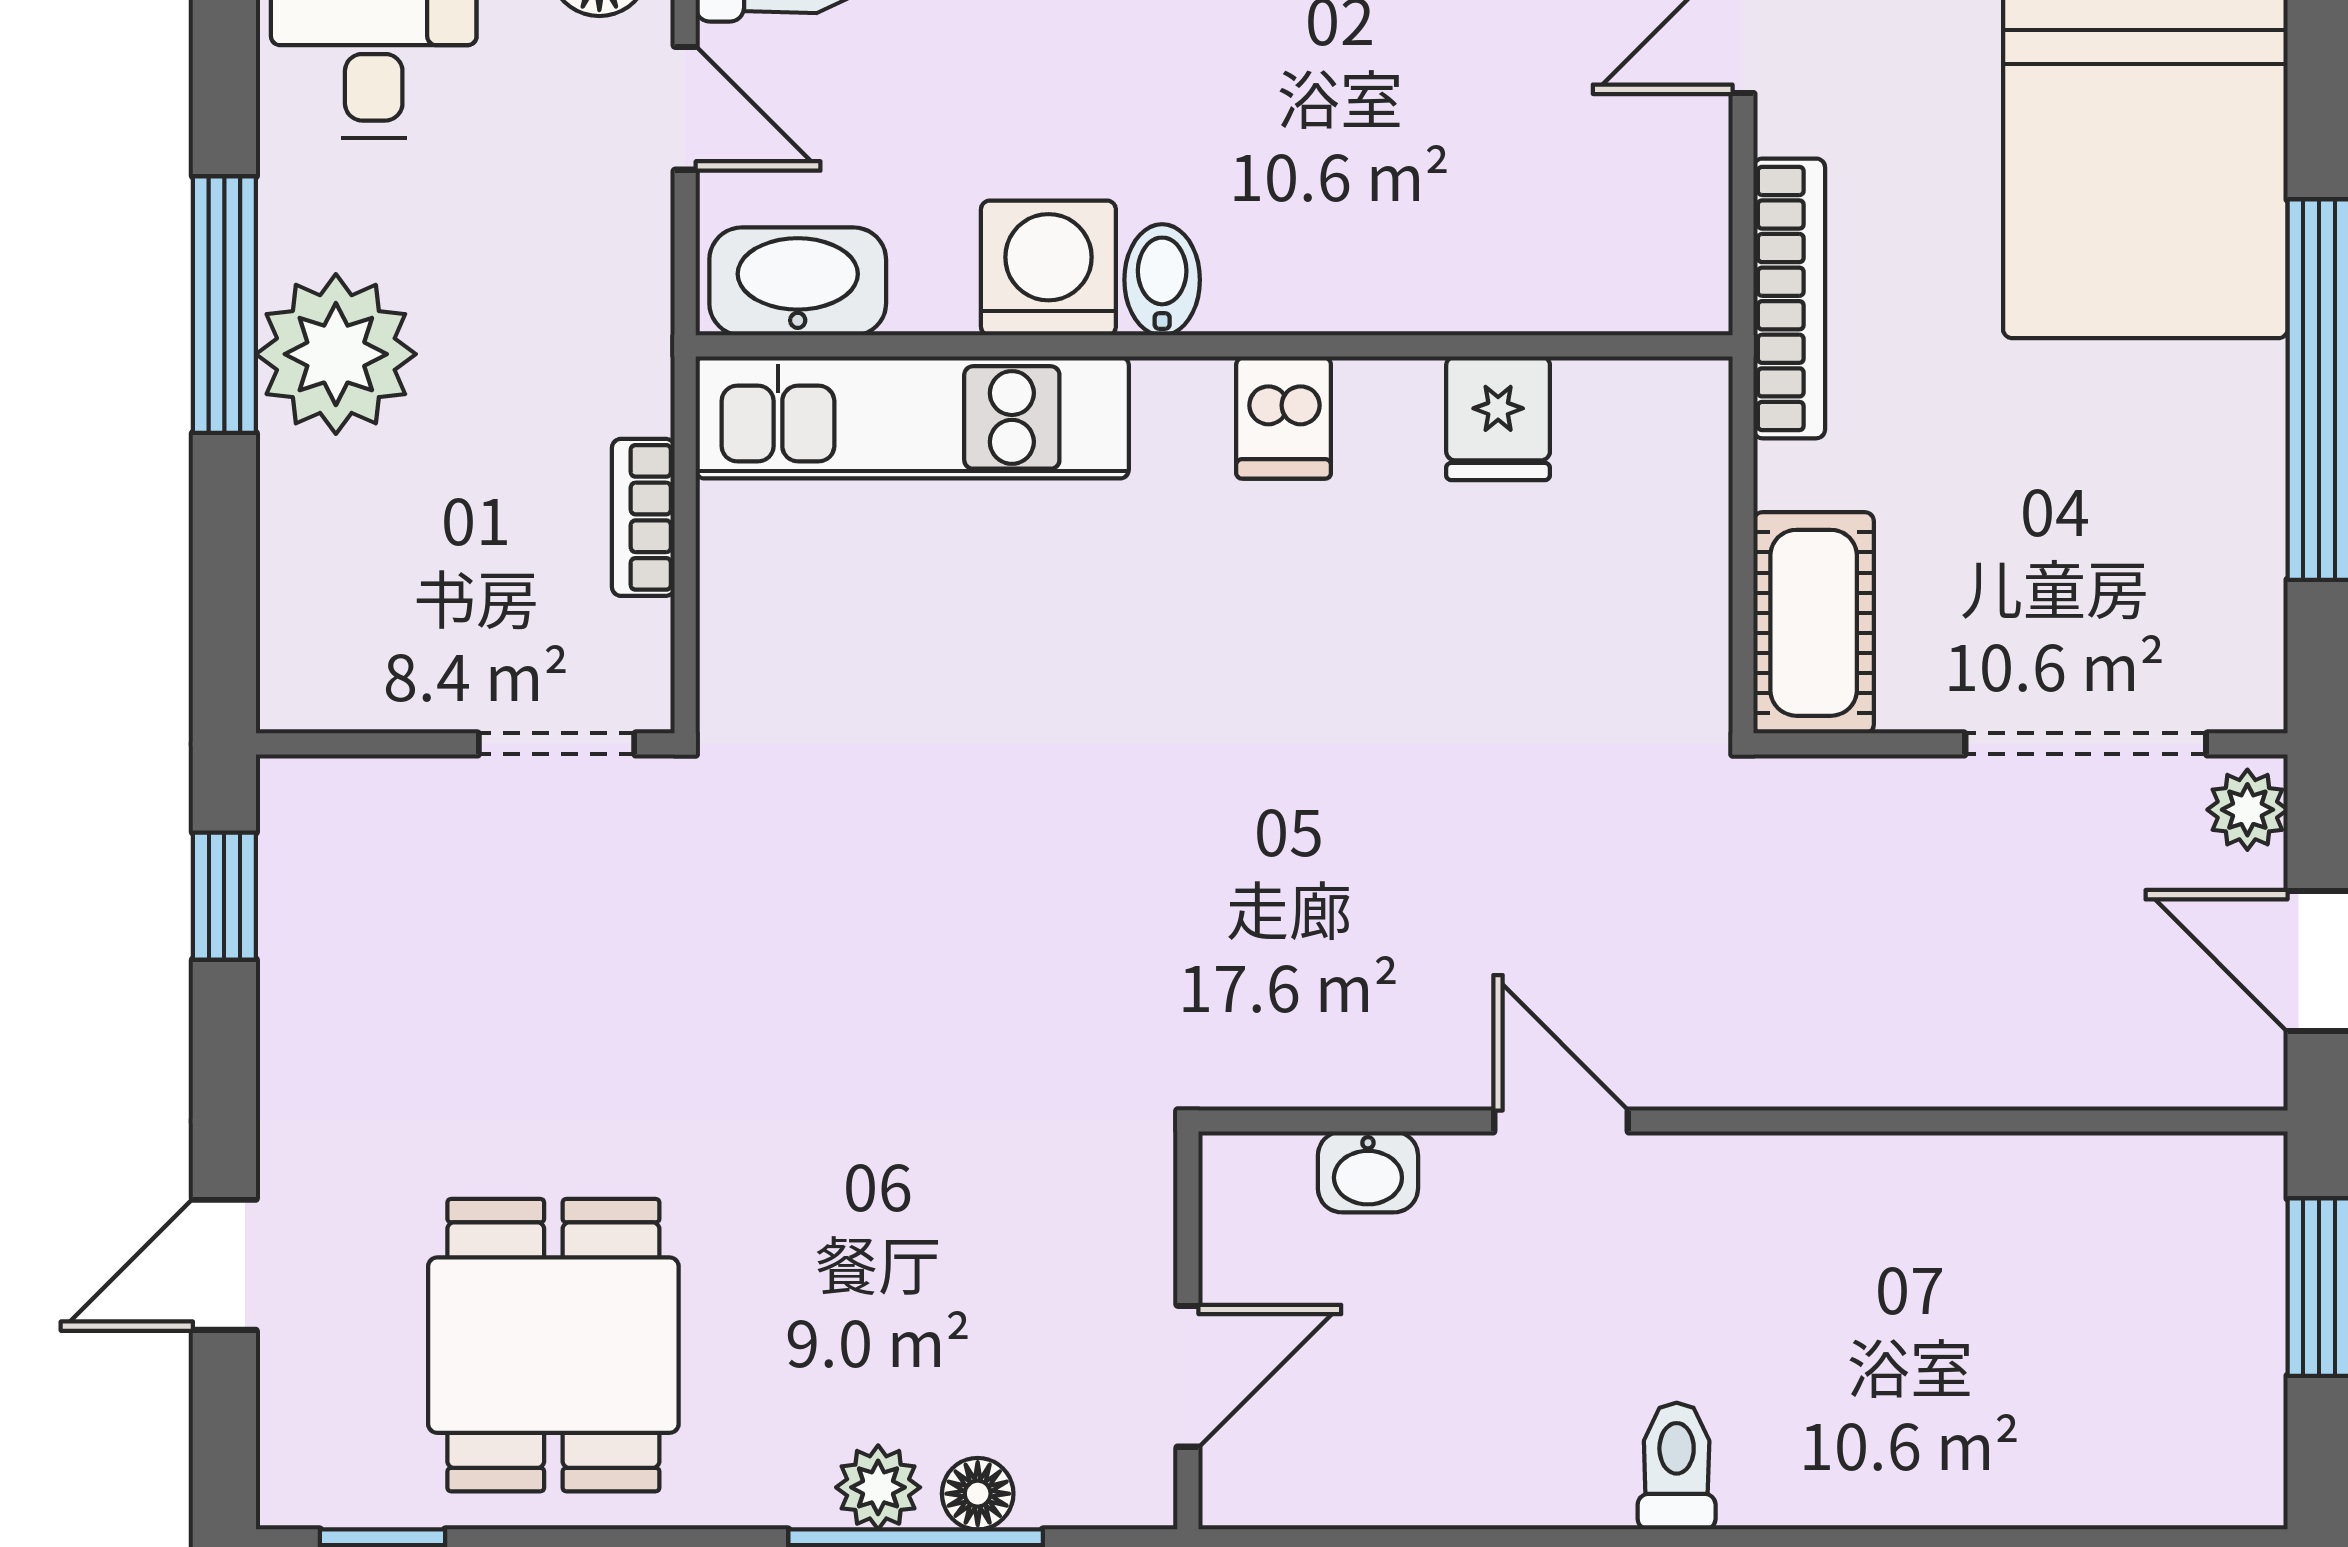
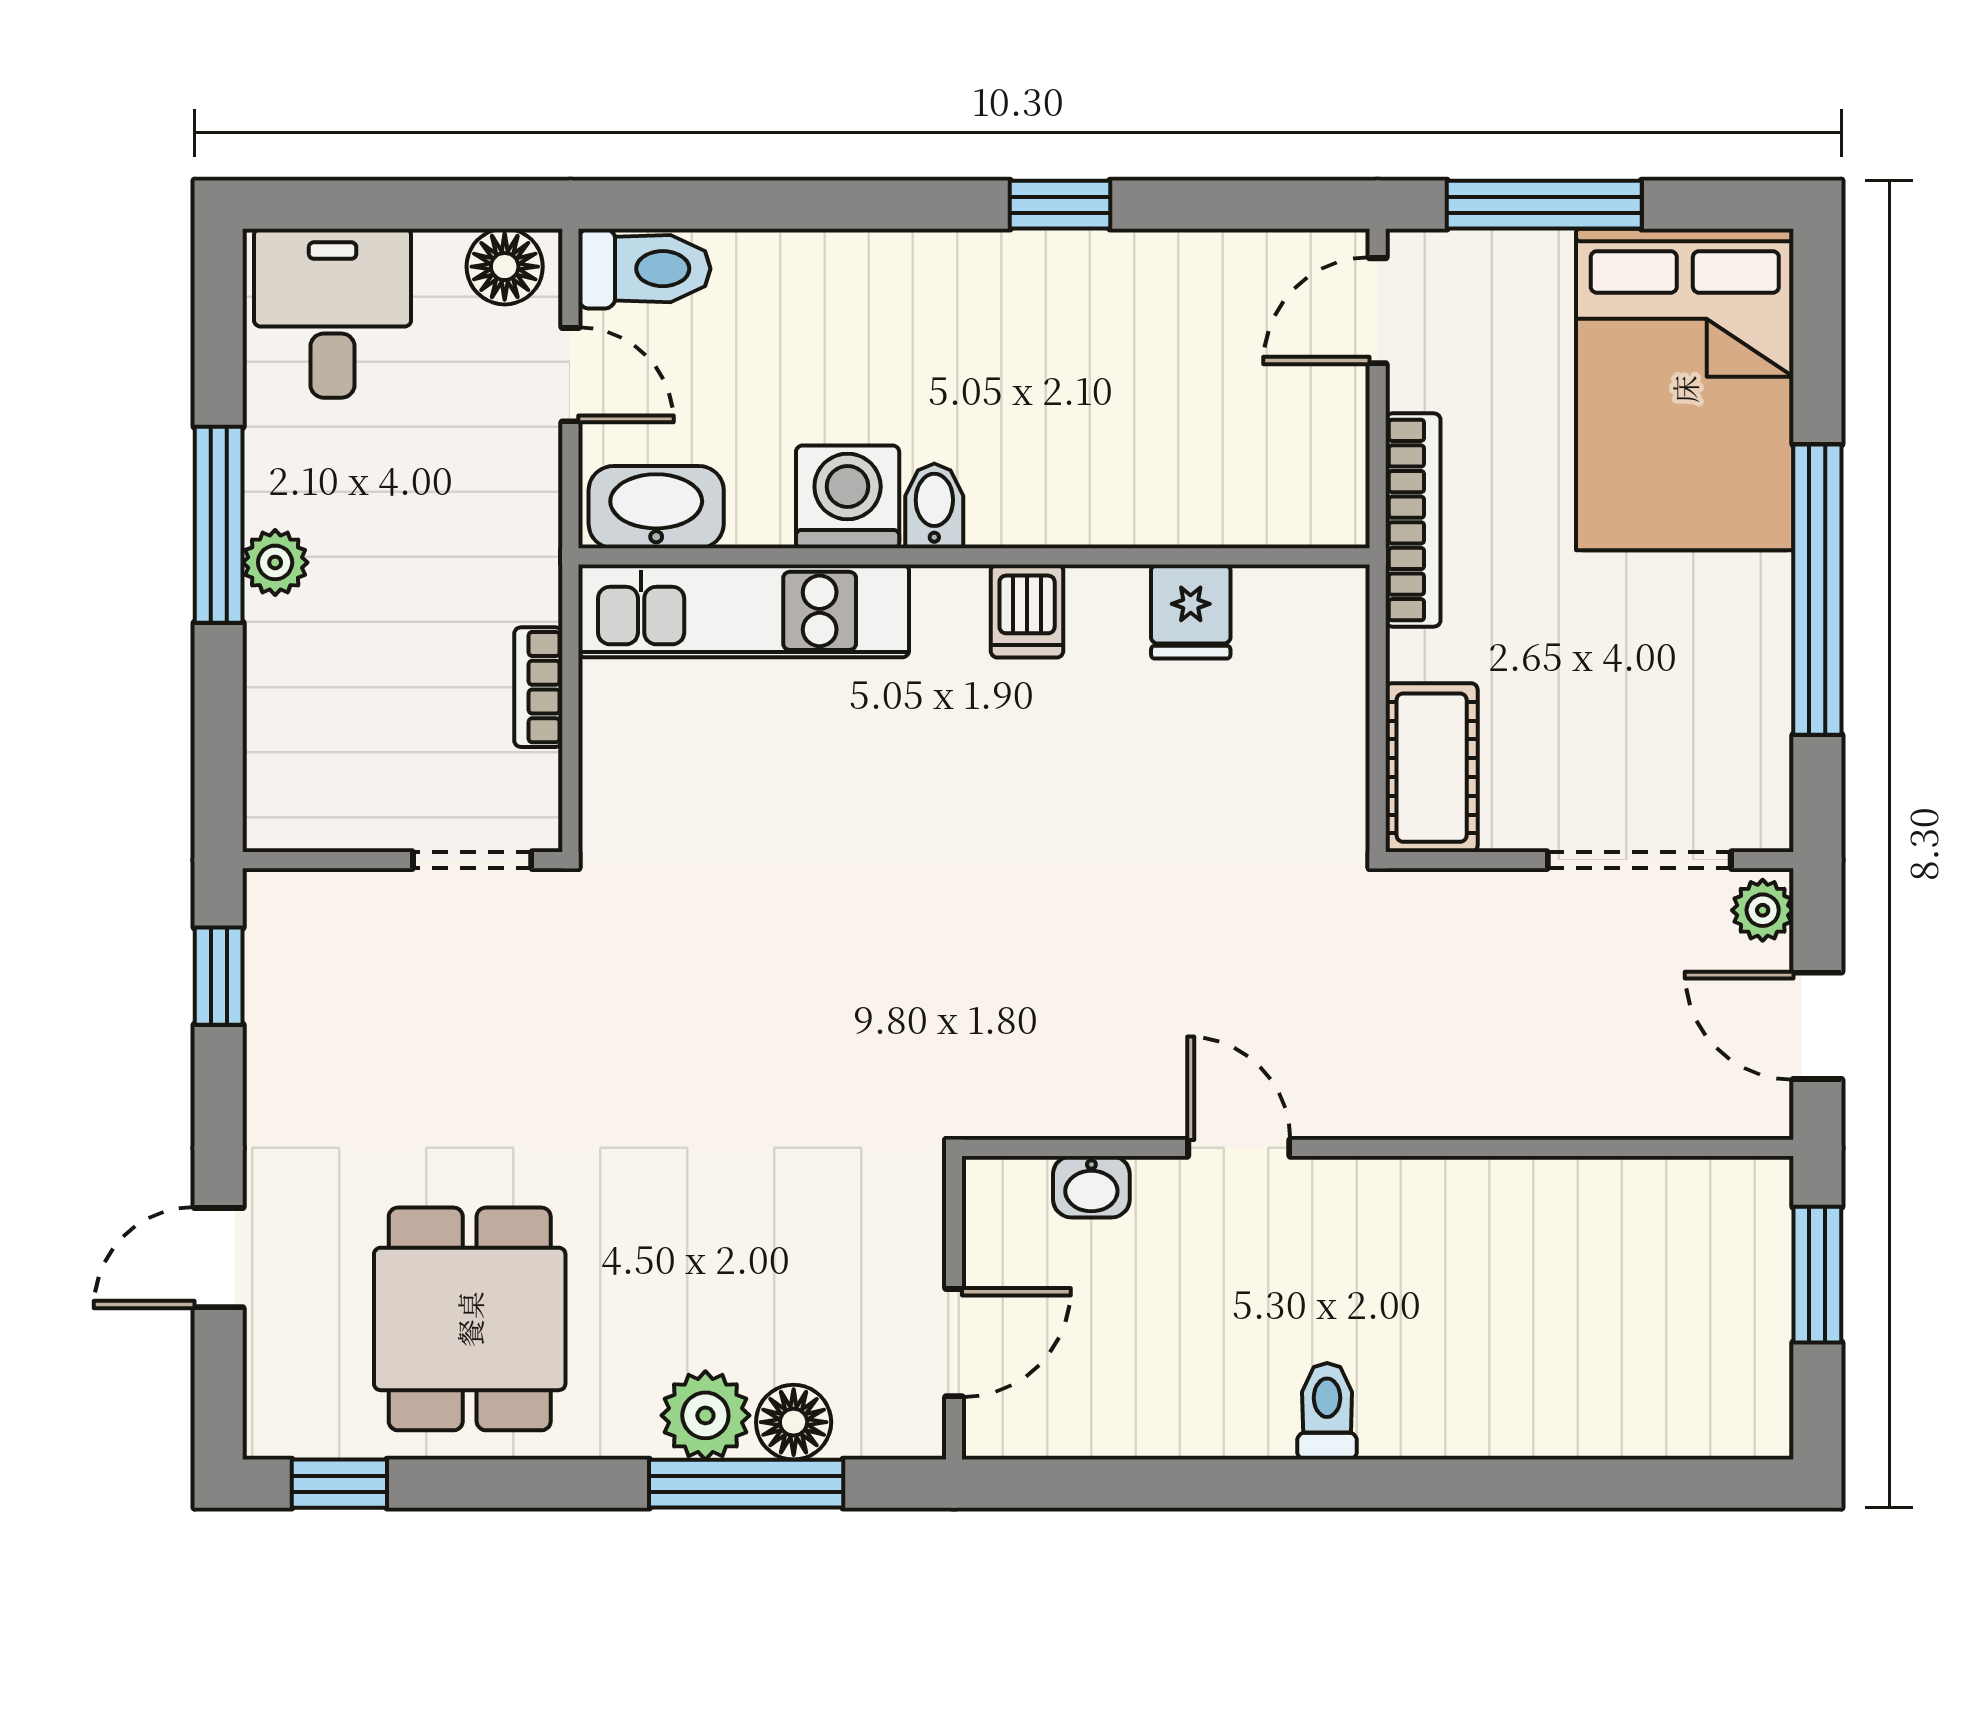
plant: (336, 354) -> (275, 562), width x0.53, depth x0.53
plant: (878, 1487) -> (705, 1415), width x1.38, depth x1.38
floor lamp: (978, 1494) -> (794, 1422), width x1.37, depth x1.37

